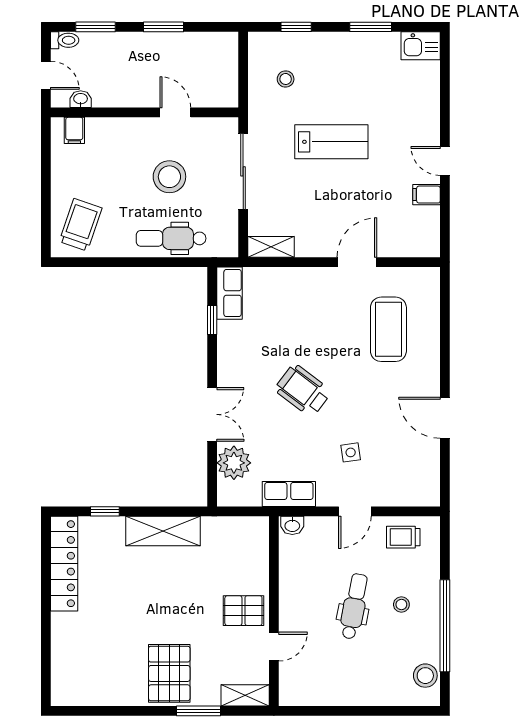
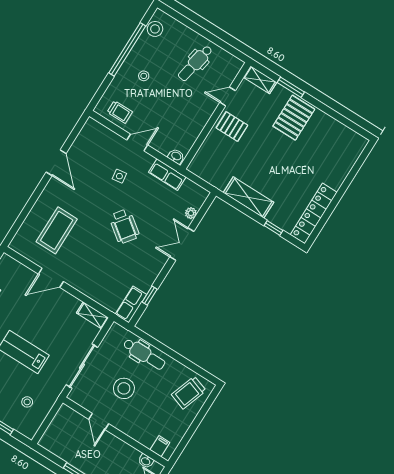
plant: (234, 463) -> (191, 213), width x0.53, depth x0.53
dental chair: (354, 606) -> (195, 63), moved

